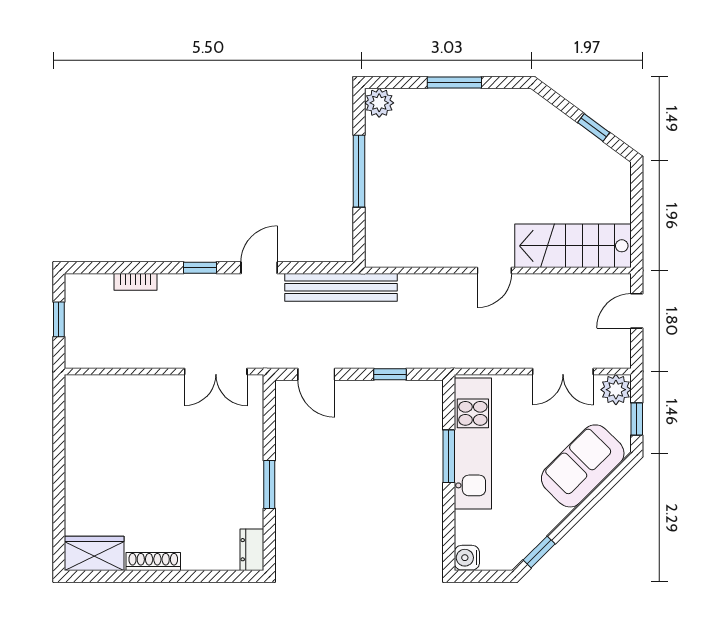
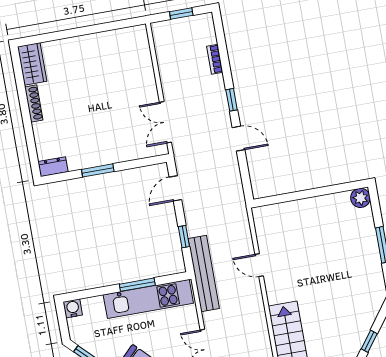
window: (359, 171) -> (313, 193), removed
door: (494, 271) -> (259, 265), moved
bench: (341, 287) -> (204, 274), moved

